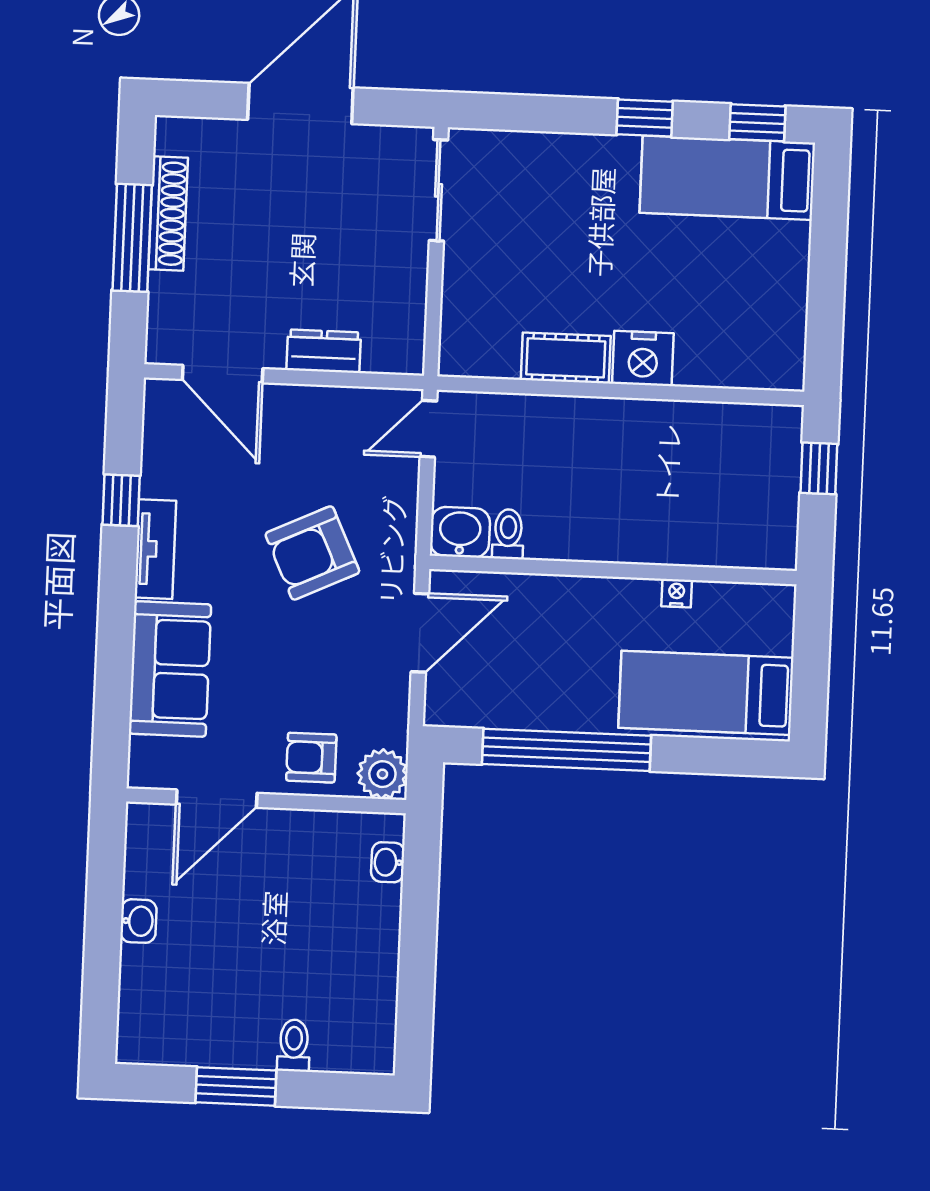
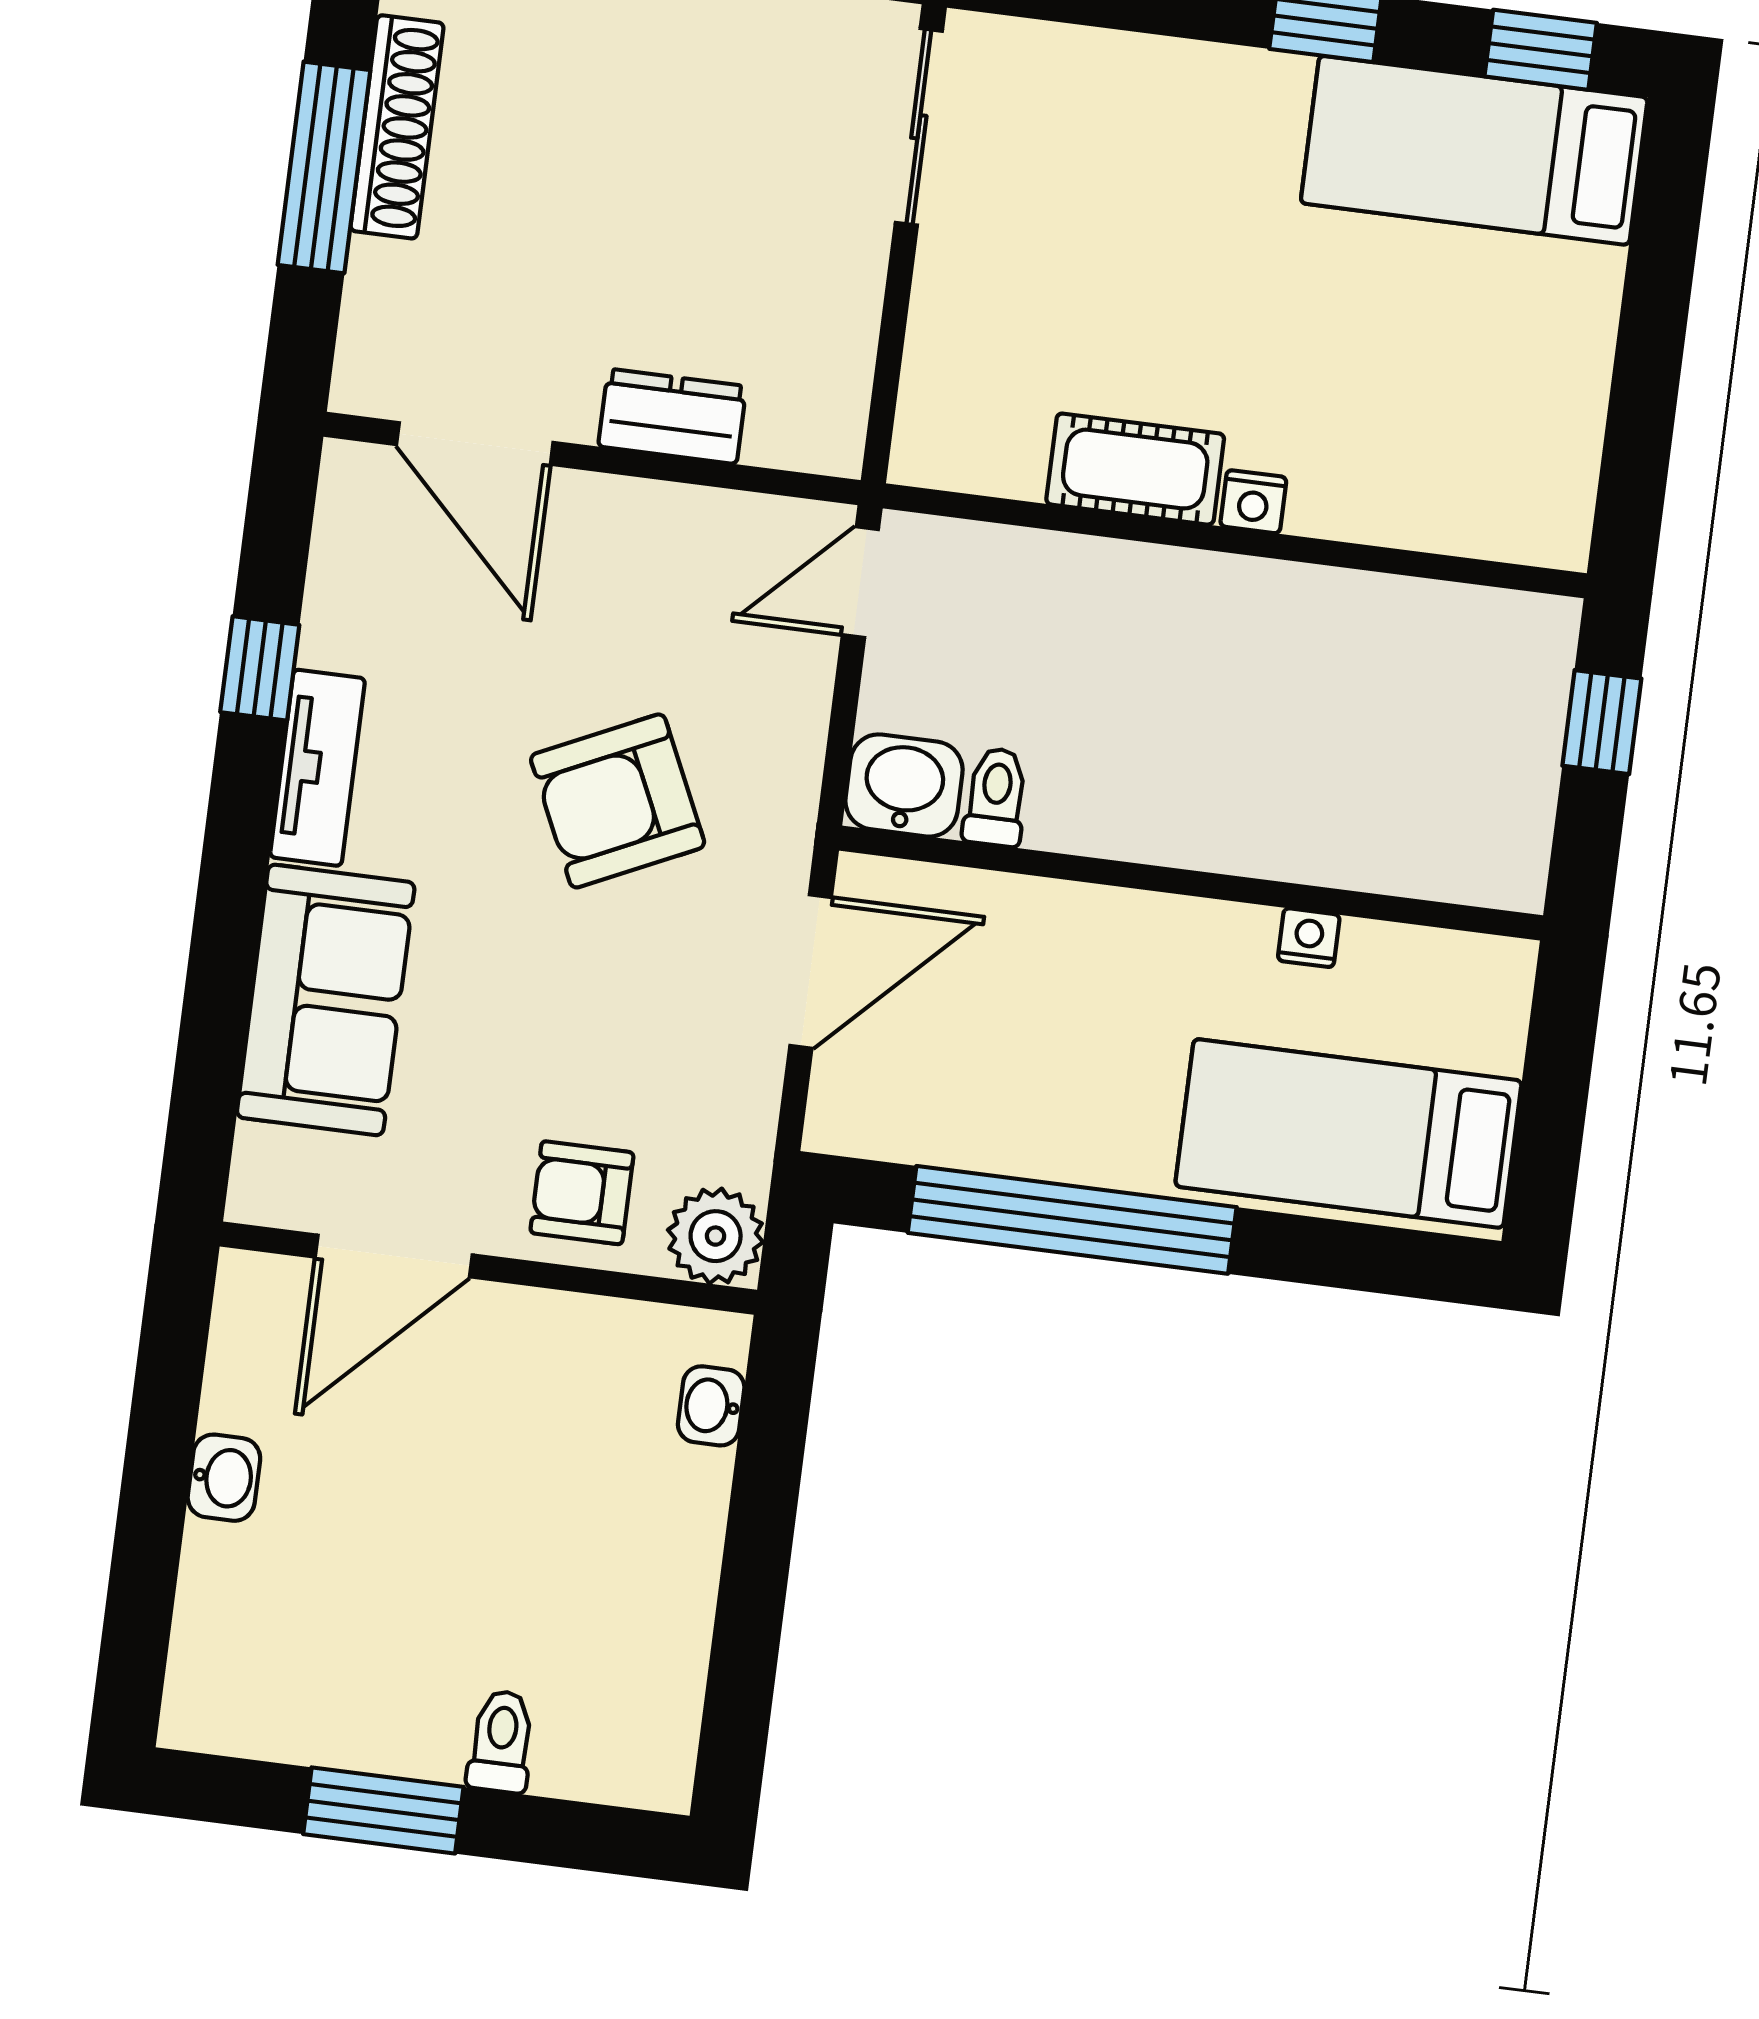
nightstand: (643, 358) -> (1253, 502), width x0.53, depth x0.56

